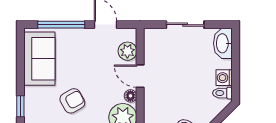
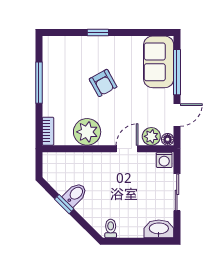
sofa: (39, 59) -> (159, 62), moved, turned 90
washing machine: (224, 78) -> (164, 160), moved, turned 180
floor lamp: (130, 96) -> (168, 139), moved

